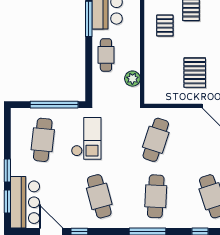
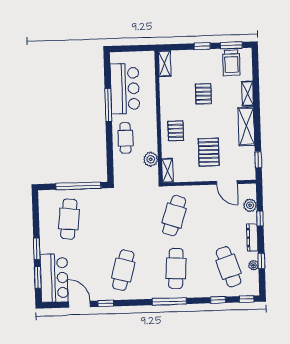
pallet: (165, 26) -> (176, 131), moved
shelving: (150, 91) -> (167, 170), added
checkout: (86, 138) -> (109, 216), removed
cafe table: (99, 196) -> (123, 270), turned 30

